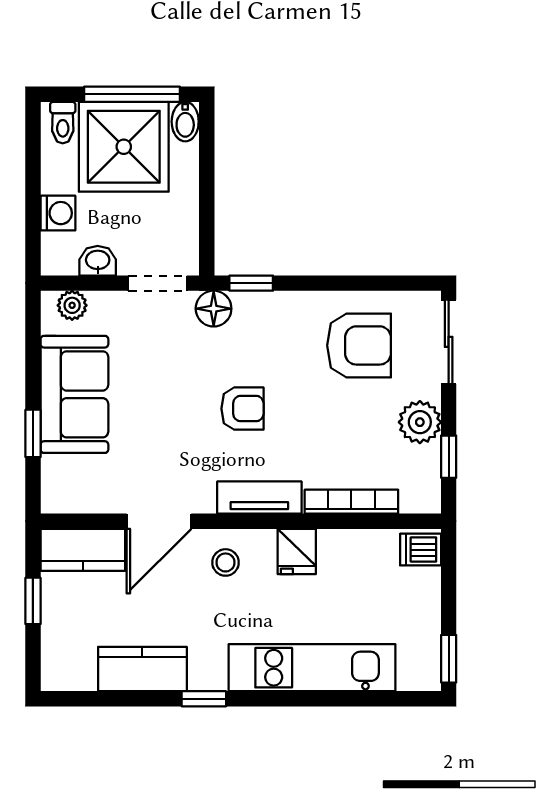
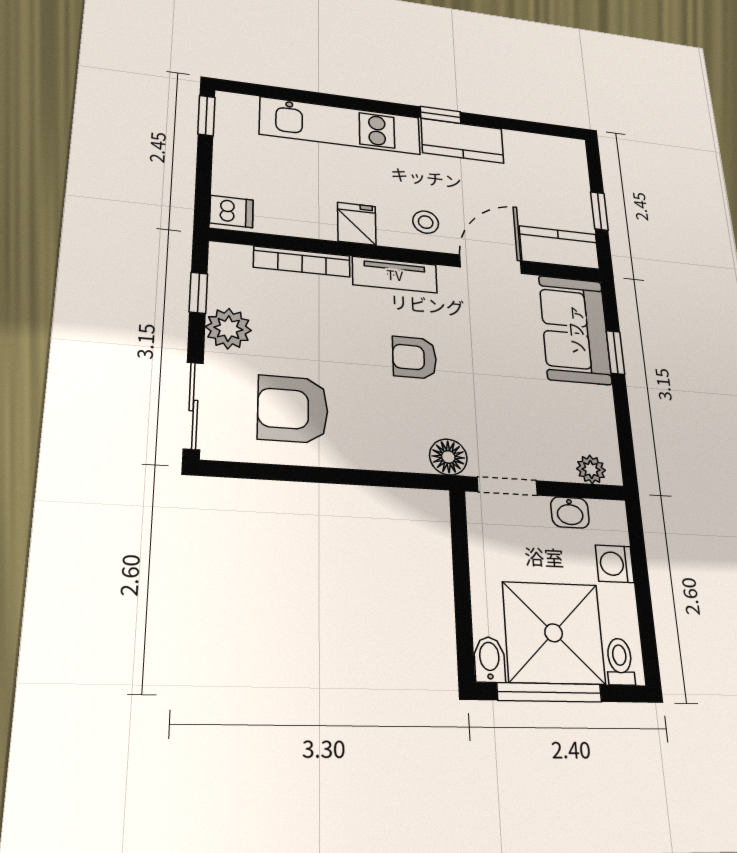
window: (251, 283) -> (410, 480), removed
sofa: (74, 394) -> (575, 330), moved
kitchen counter: (142, 669) -> (462, 141), moved

